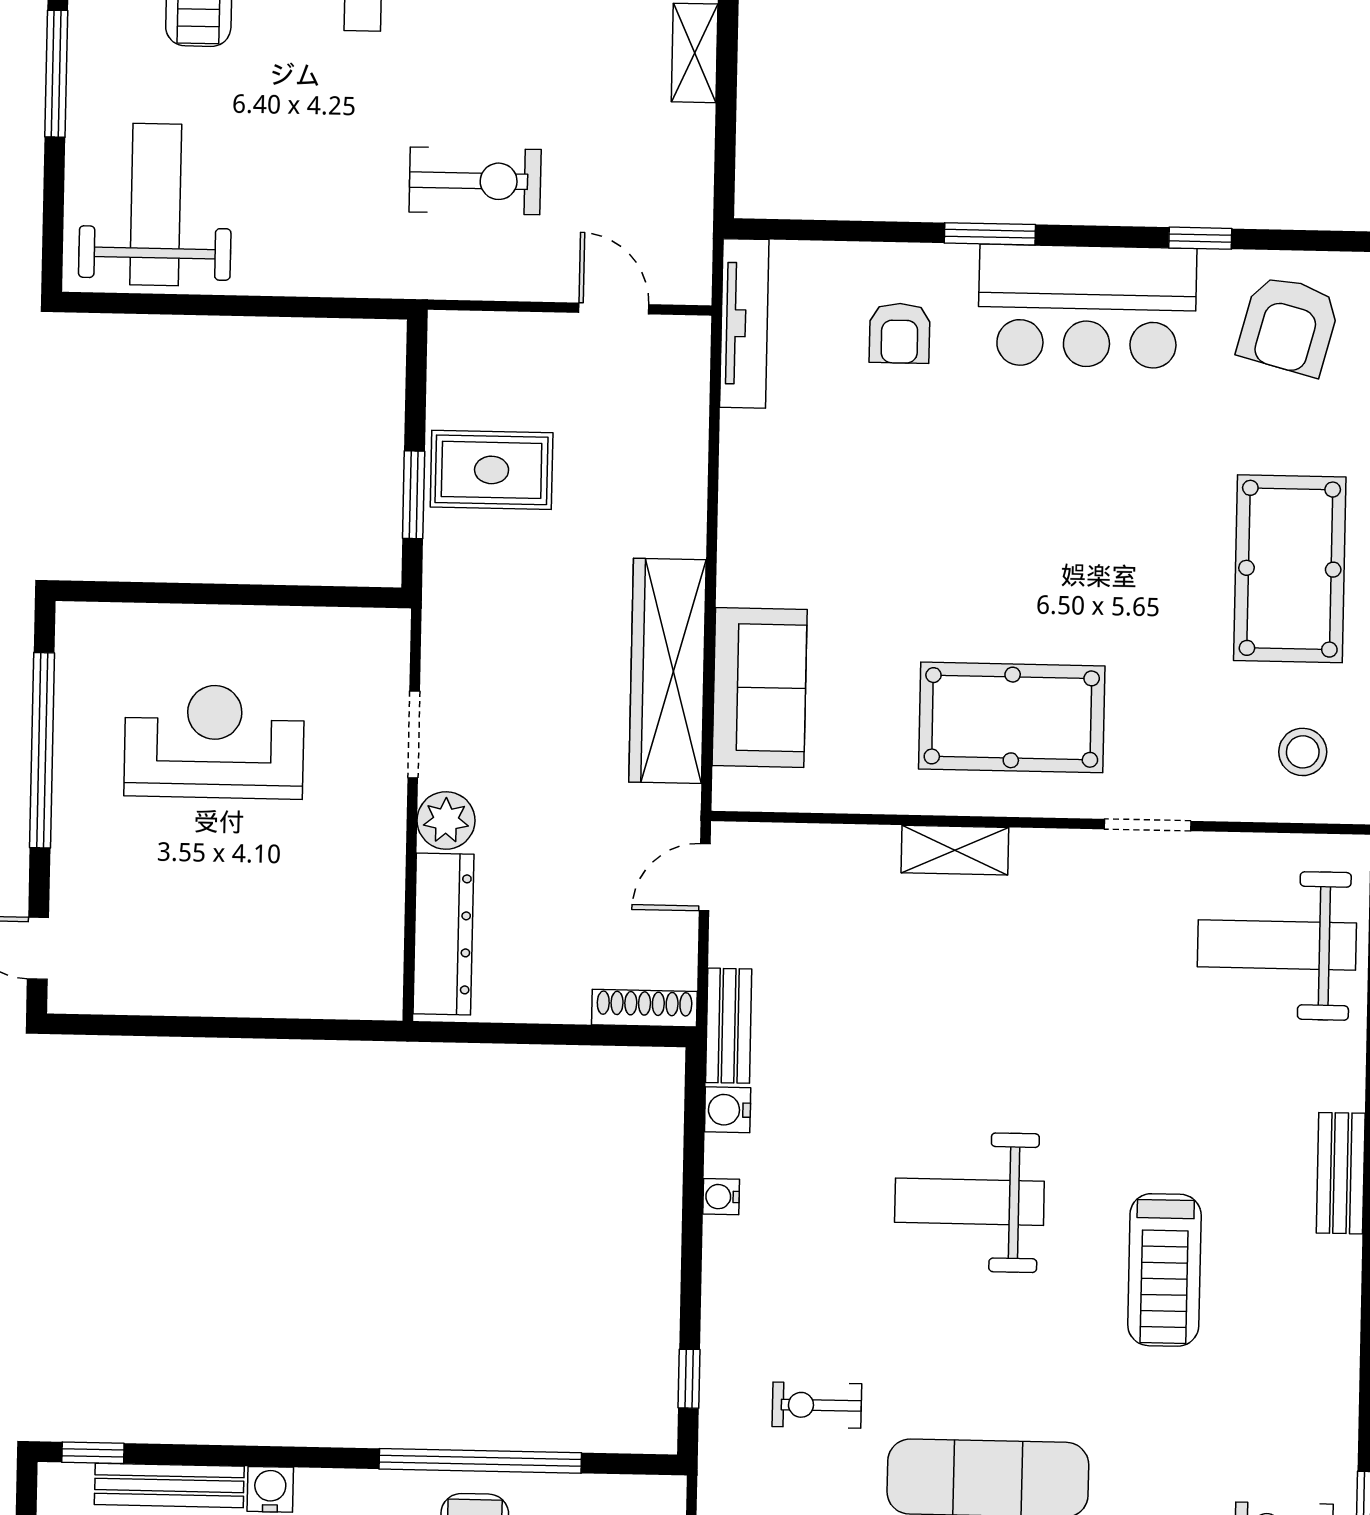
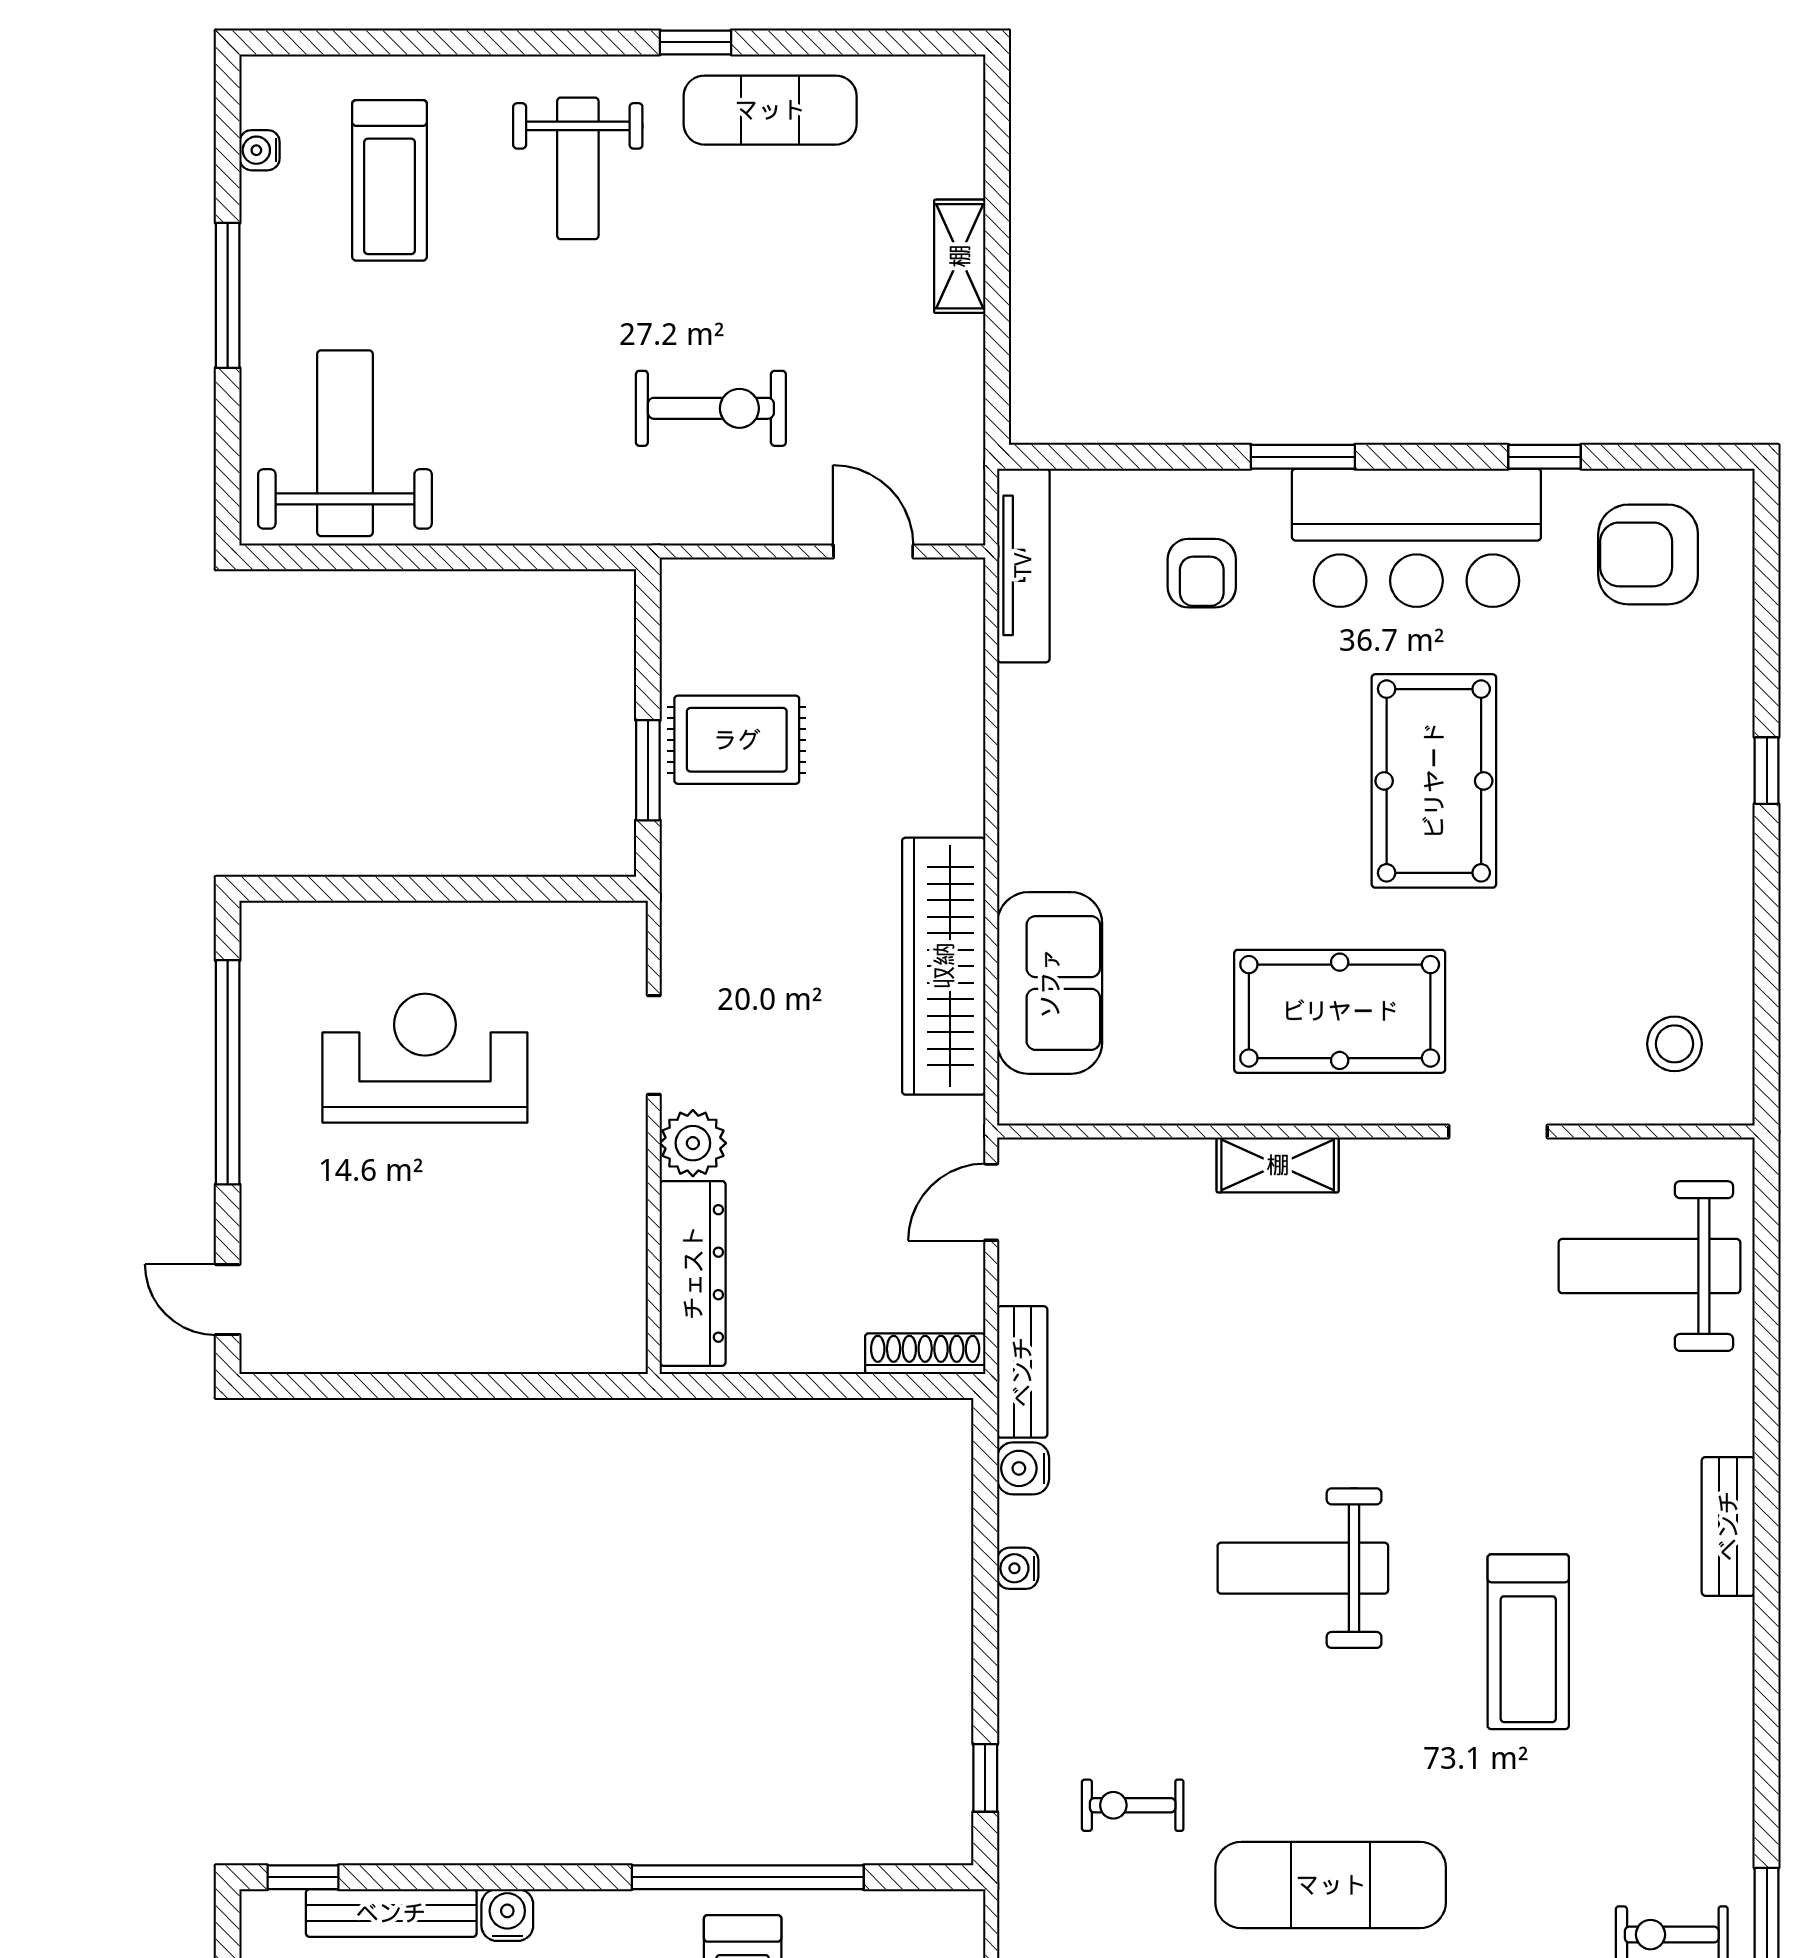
armchair: (1289, 325) -> (1648, 554), turned 75
pool table: (1290, 569) -> (1434, 781), moved

